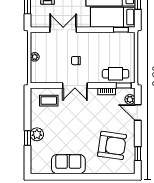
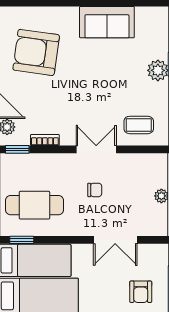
cafe table: (116, 74) -> (34, 205), moved, width x1.37, depth x1.35

